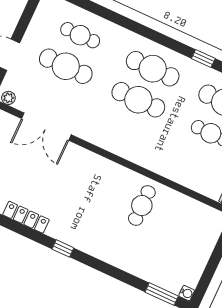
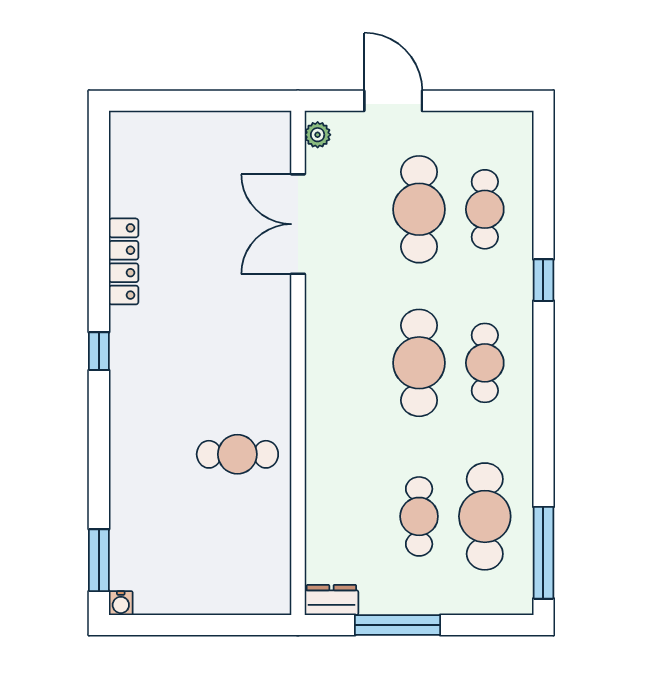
window: (203, 58) -> (543, 280), moved
cafe table: (153, 69) -> (485, 363), width x0.73, depth x0.74

